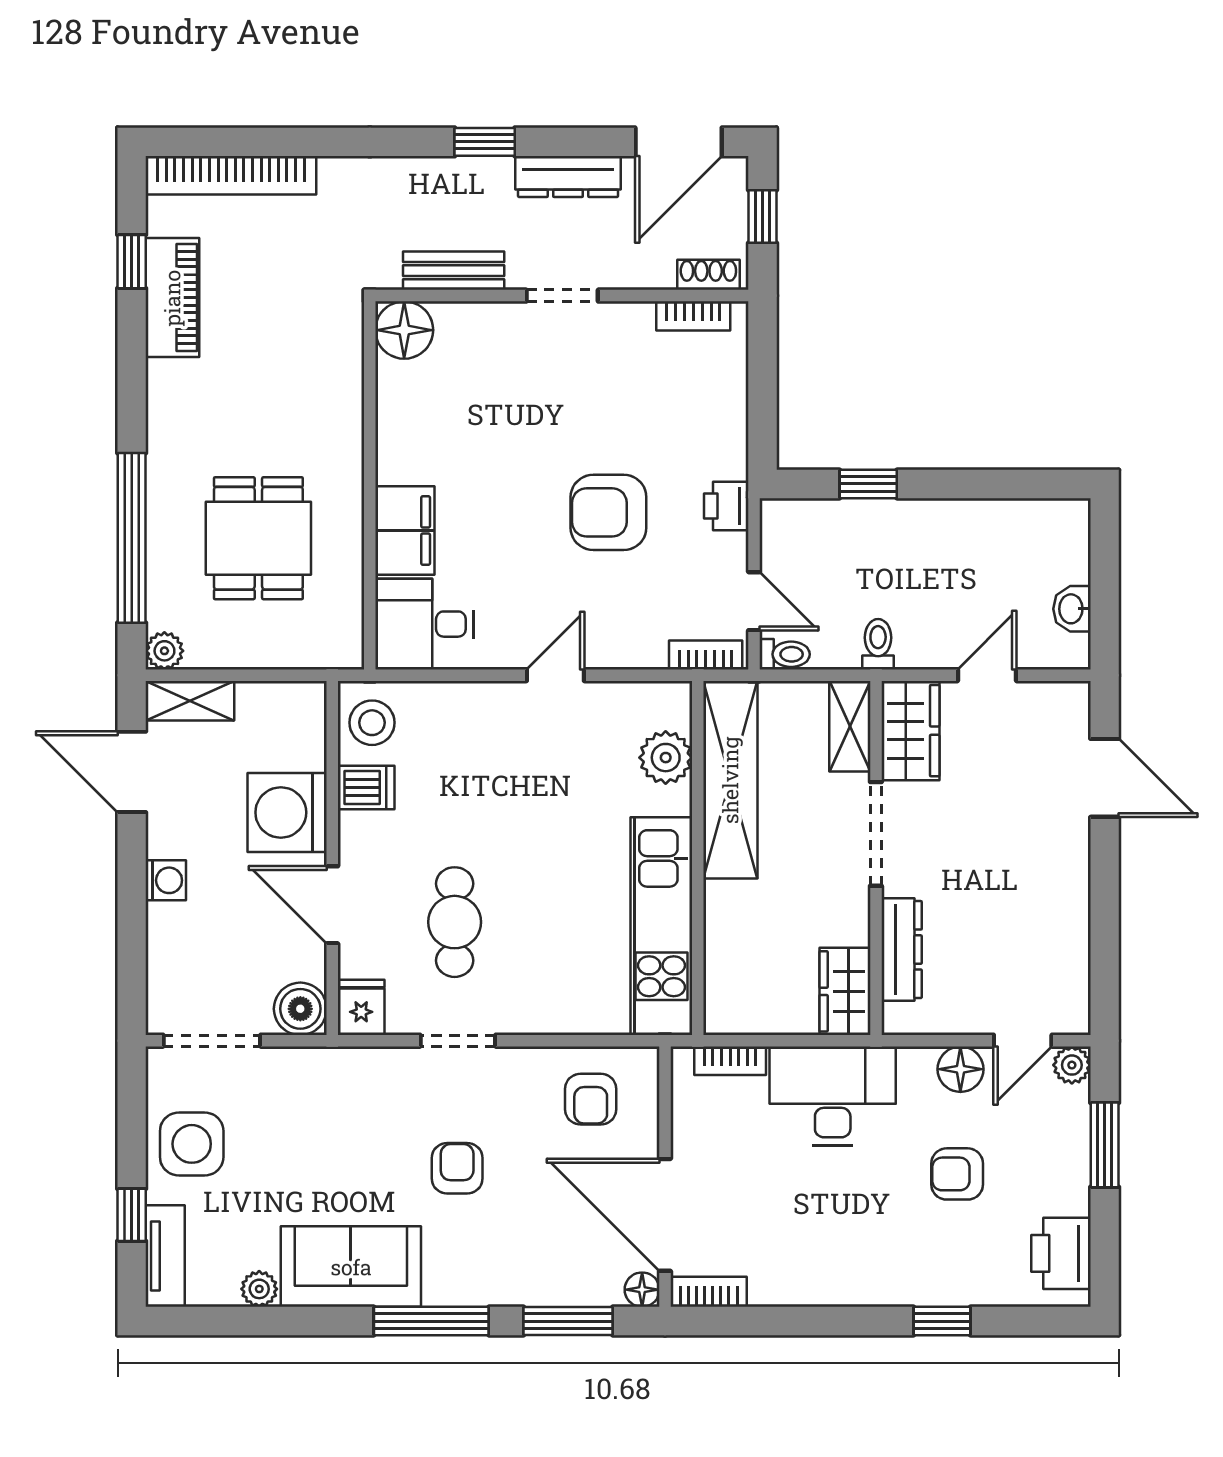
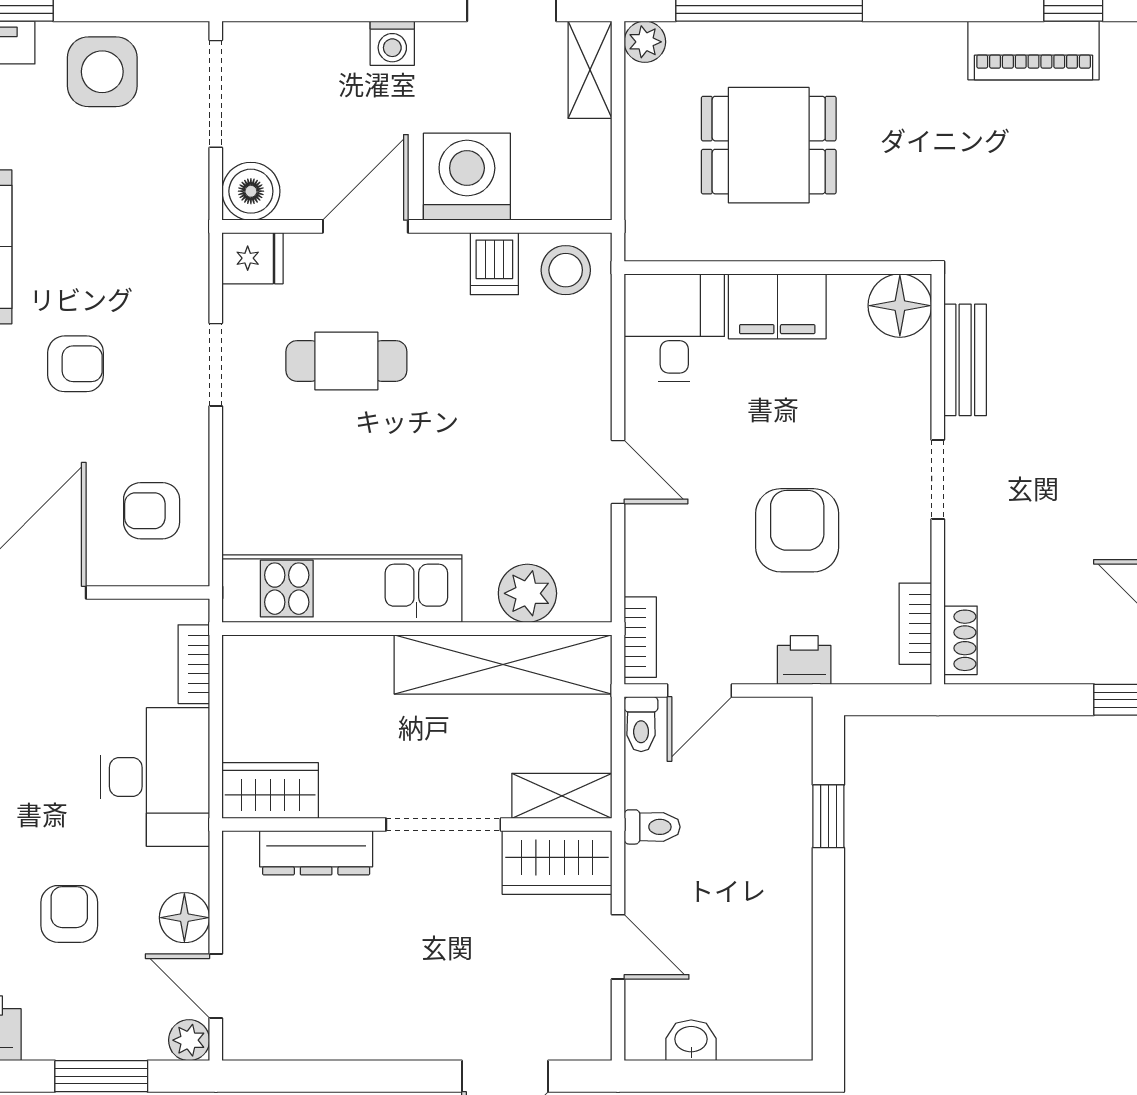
bench: (454, 271) -> (965, 360), moved
shoe rack: (708, 275) -> (961, 640), moved
doorway: (562, 296) -> (938, 479), moved
wall: (562, 296) -> (938, 479), moved
bookcase: (693, 316) -> (915, 624), moved
floor lamp: (404, 330) -> (900, 306), moved

